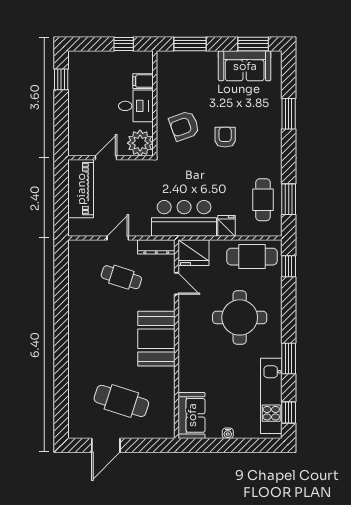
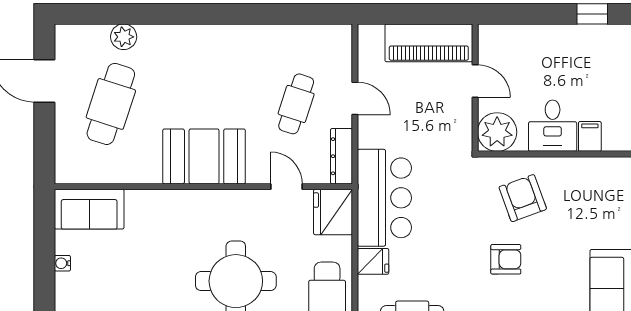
door: (177, 284) -> (286, 187), swing flipped
plant: (77, 392) -> (124, 37), added

